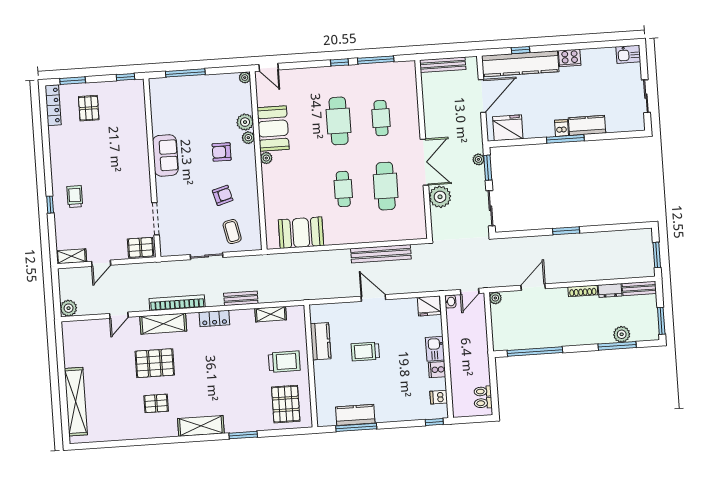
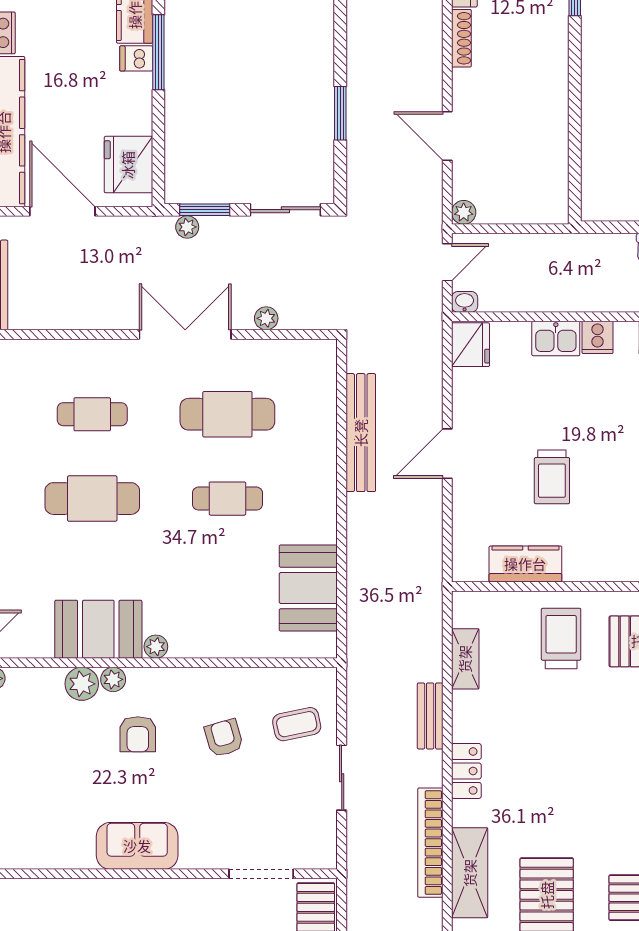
plant: (440, 197) -> (266, 318), width x0.53, depth x0.53
window: (566, 231) -> (340, 113), moved
door: (470, 291) -> (447, 262), hinge flipped
window: (535, 351) -> (575, 141), removed

